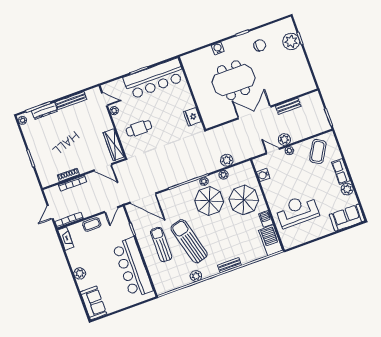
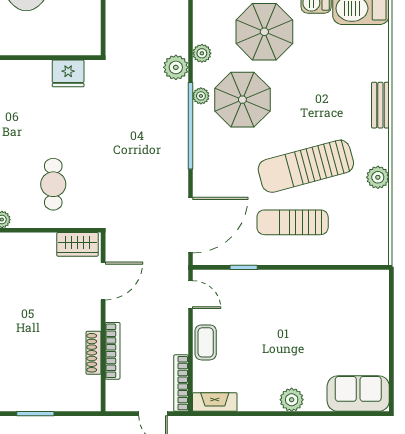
wardrobe: (114, 145) -> (78, 244), width x0.67
plant: (227, 160) -> (176, 67), moved
bar counter: (133, 267) -> (317, 294), removed

